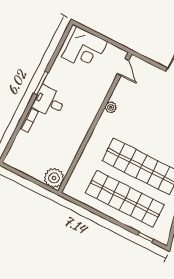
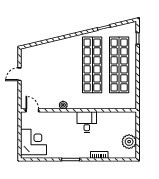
door: (123, 67) -> (32, 110), hinge flipped
desk: (49, 102) -> (87, 122), moved, turned 180
plant: (54, 178) -> (129, 142), moved

